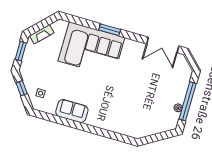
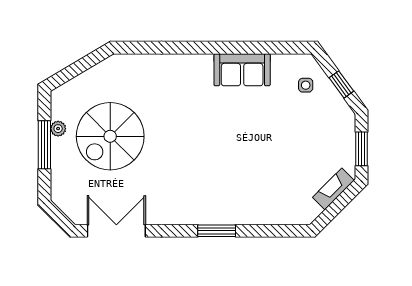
corner sofa: (91, 49) -> (239, 188), removed
spiral stairs: (152, 96) -> (110, 136), added
window: (188, 101) -> (44, 145), width x0.68

